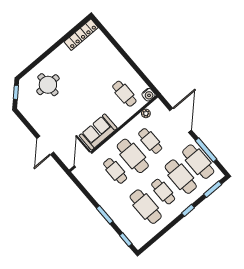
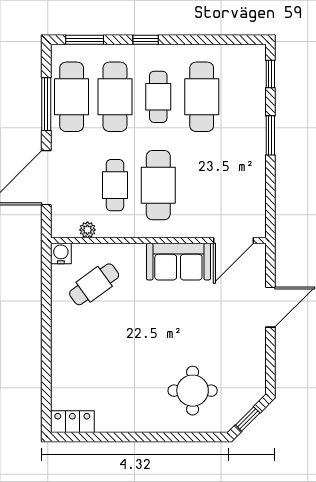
locker: (81, 35) -> (72, 422), width x0.66
cafe table: (124, 94) -> (94, 284), turned 54
cafe table: (115, 171) -> (202, 185), removed

